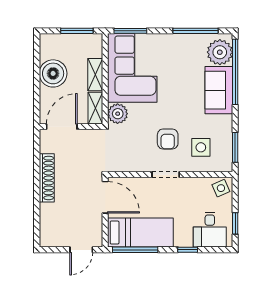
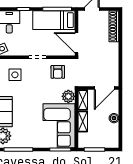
boiler: (53, 73) -> (114, 118), width x0.54, depth x0.54
armchair: (168, 139) -> (58, 72), moved, turned 180
shoe rack: (47, 178) -> (114, 26), moved

